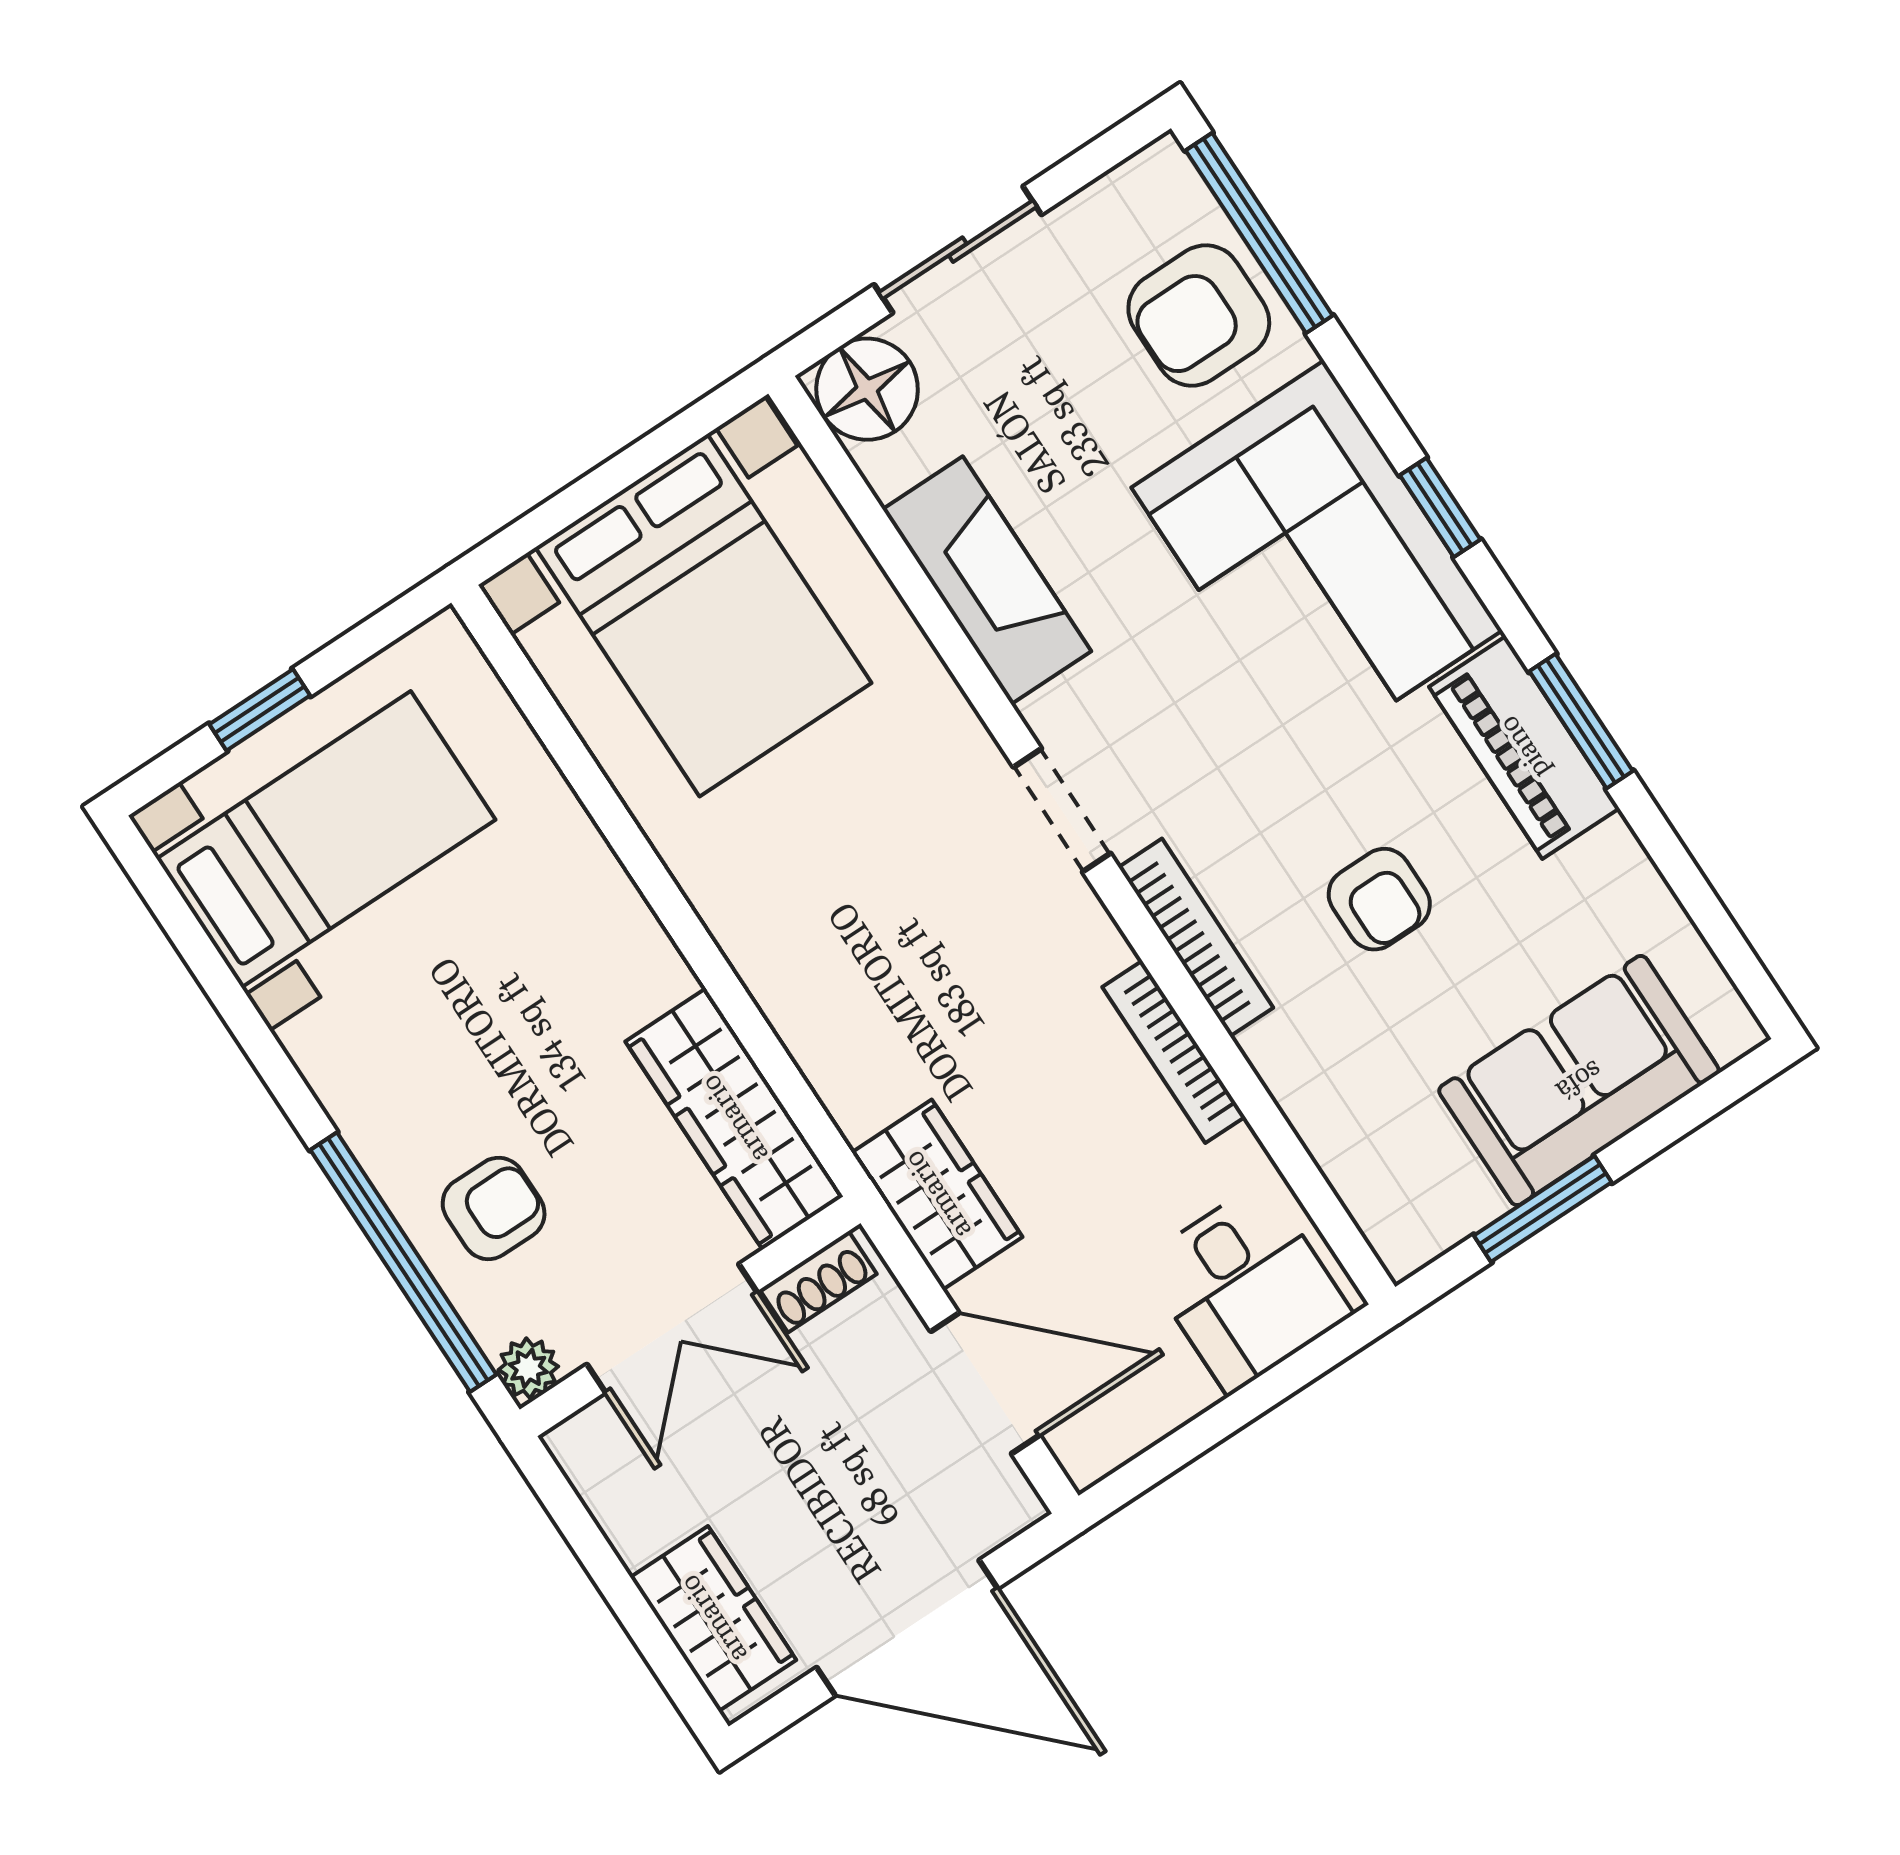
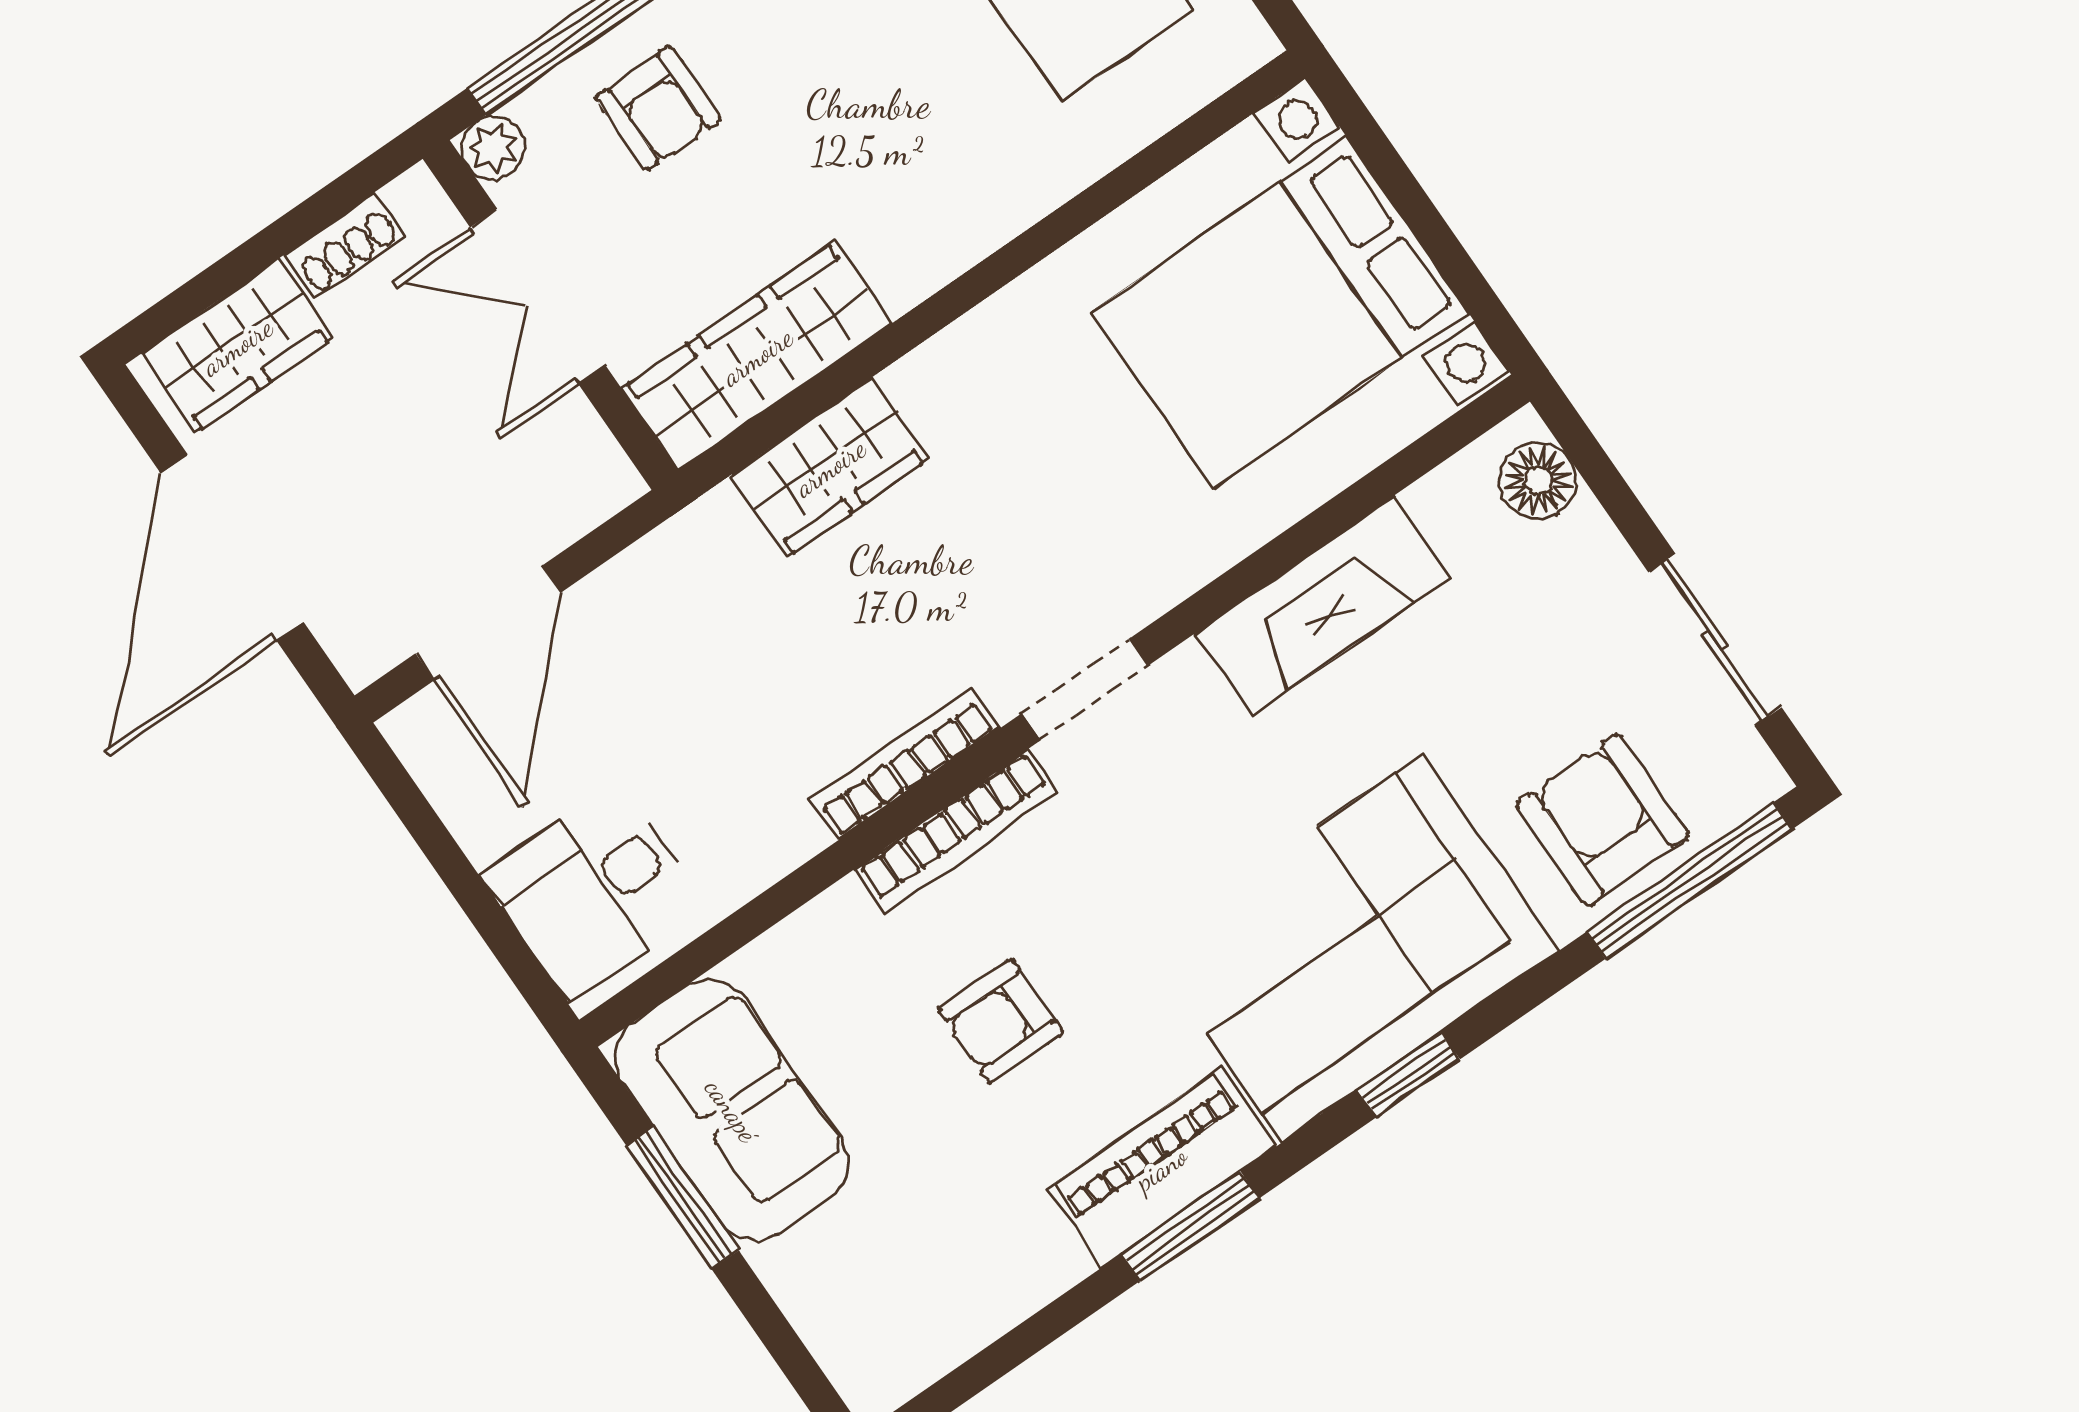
sliding door: (958, 250) -> (1715, 640), moved
floor lamp: (867, 389) -> (1538, 480), width x0.73, depth x0.73
bookcase: (1174, 1052) -> (904, 764), moved
sofa: (1579, 1081) -> (732, 1110), moved
wardrobe: (937, 1195) -> (830, 467), moved
shoe rack: (818, 1282) -> (345, 246), moved, turned -90

